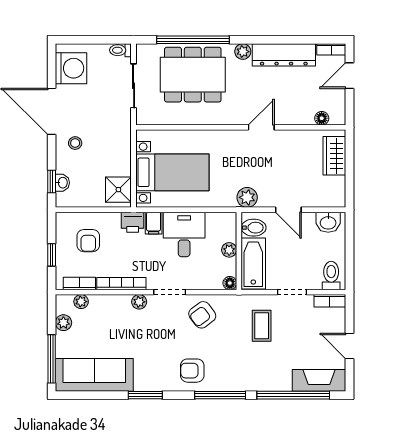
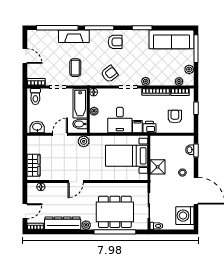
shower: (118, 190) -> (158, 167), moved
door: (288, 210) -> (60, 134), hinge flipped
fireplace: (319, 380) -> (74, 36), moved

